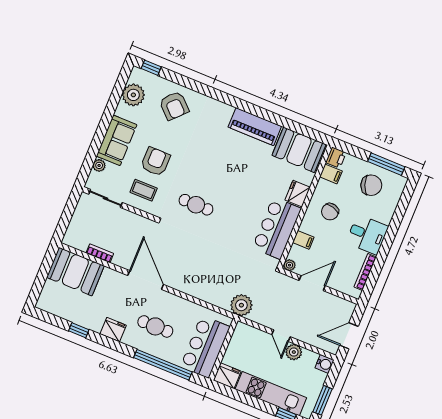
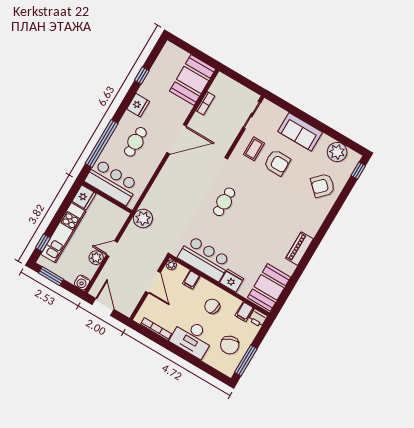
piano: (255, 127) -> (299, 249), width x0.73, depth x0.75
plant: (99, 165) -> (281, 114), removed
cafe table: (196, 205) -> (224, 202), moved
desk: (367, 235) -> (192, 338), width x1.37

